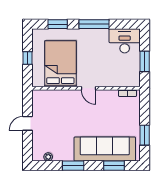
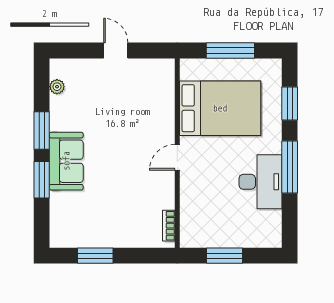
desk: (125, 41) -> (260, 182), moved
window: (28, 58) -> (230, 51), width x2.17
sofa: (105, 149) -> (66, 161), width x0.54, depth x0.79
window: (114, 166) -> (42, 180), moved

